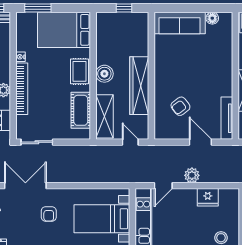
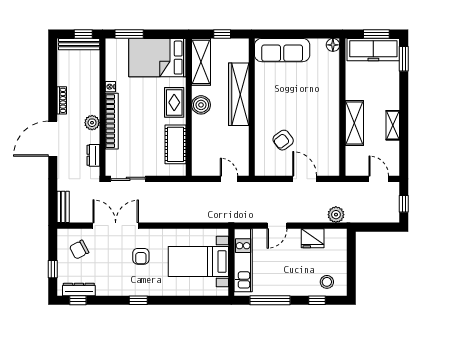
floor lamp: (212, 18) -> (333, 45), moved
wardrobe: (139, 86) -> (239, 94), moved
shelving: (104, 116) -> (201, 62), moved
tv unit: (227, 118) -> (333, 153), removed
plant: (192, 175) -> (336, 215), moved
door: (163, 186) -> (277, 226), moved

